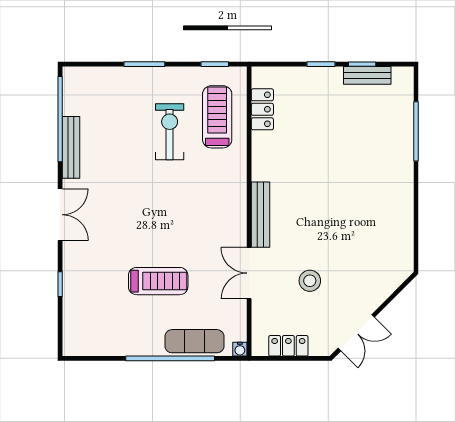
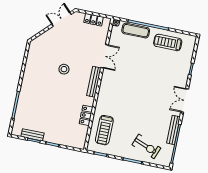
locker: (262, 109) -> (86, 115), moved
exercise bike: (170, 132) -> (146, 146), moved, turned -69
treadmill: (158, 281) -> (168, 42), moved
stool: (310, 281) -> (64, 69), moved

